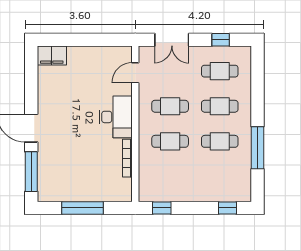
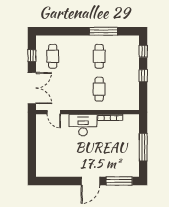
double door: (172, 40) -> (32, 88), width x1.37
filing cabinet: (52, 55) -> (42, 167), removed
cafe table: (170, 106) -> (76, 89), removed
cafe table: (220, 106) -> (76, 56), removed
window: (162, 208) -> (143, 76), moved

